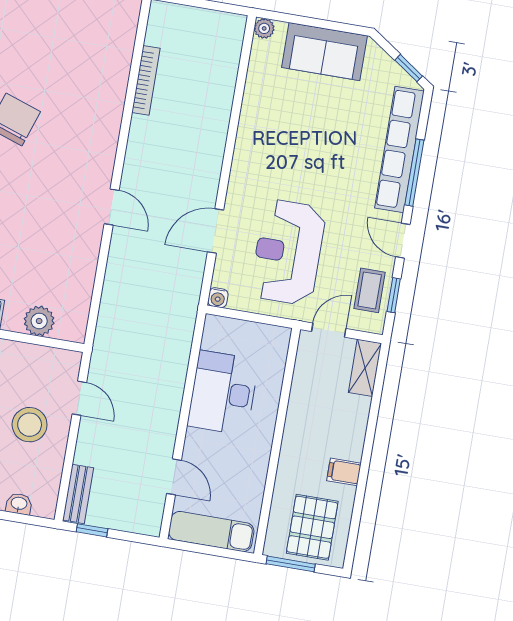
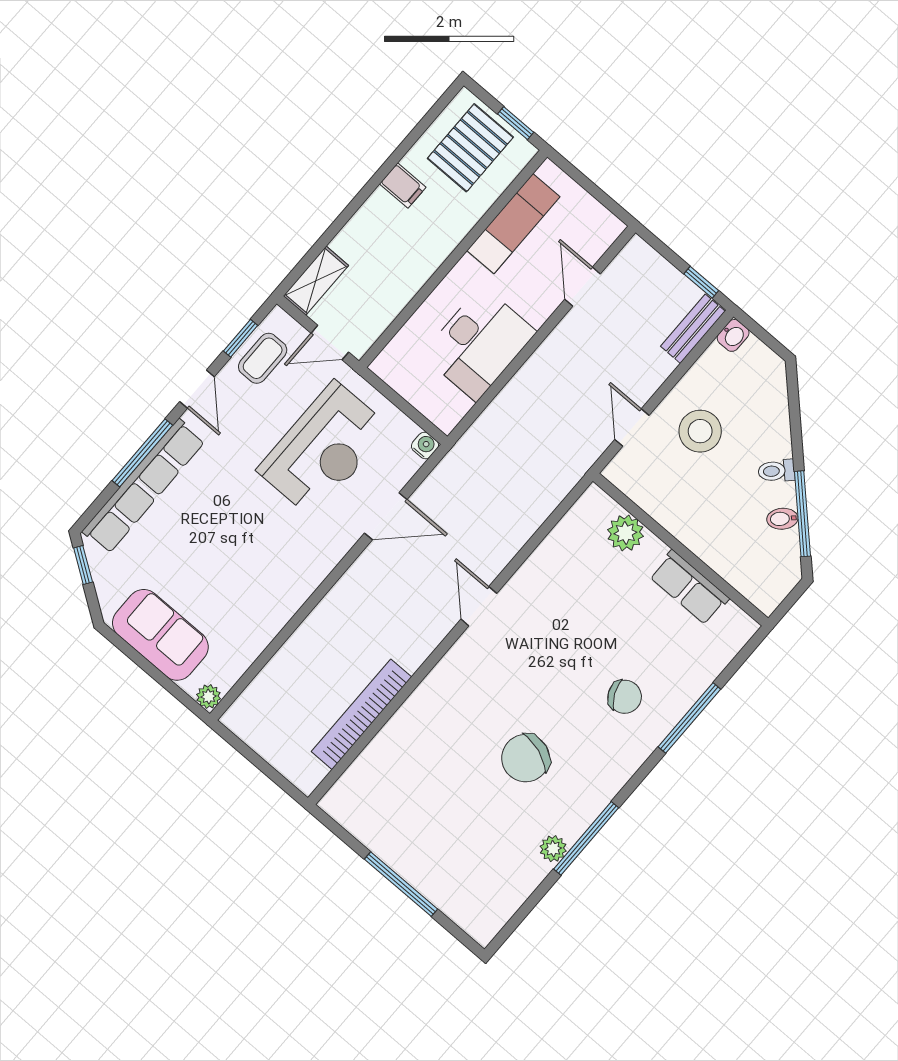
bookcase: (146, 80) -> (361, 714), width x1.48, depth x1.31
washbasin: (19, 504) -> (733, 335), moved, turned -90
exam couch: (211, 532) -> (513, 224), moved, turned -90
window: (291, 564) -> (516, 123), width x0.67

